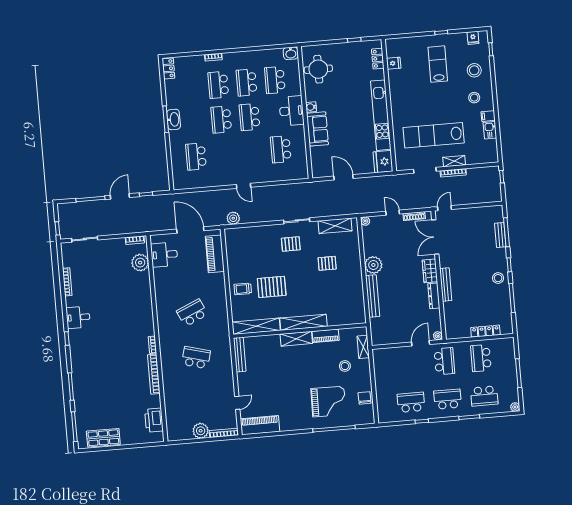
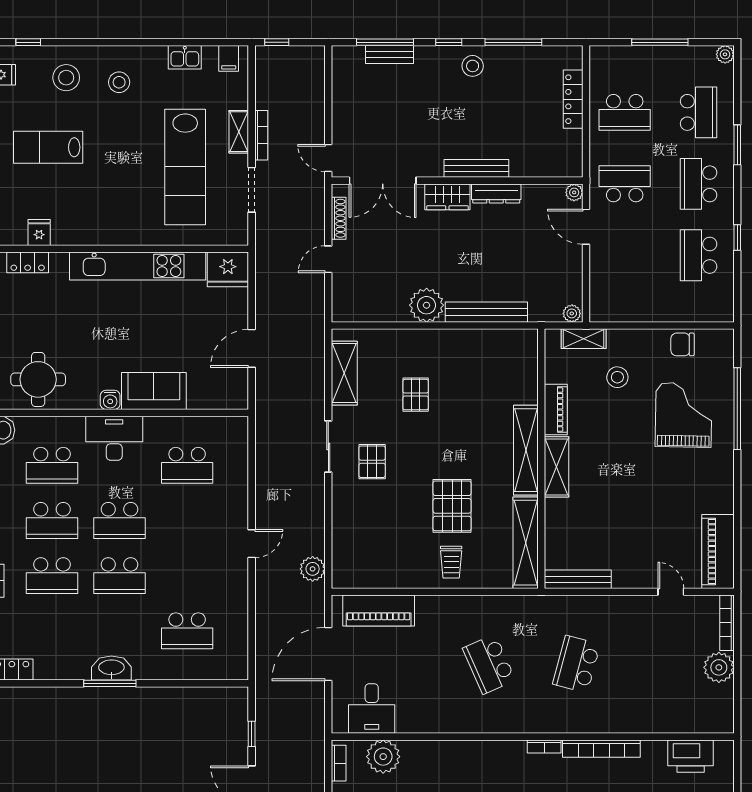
filing cabinet: (488, 116) -> (229, 58), moved
plant: (365, 221) -> (572, 313), moved

